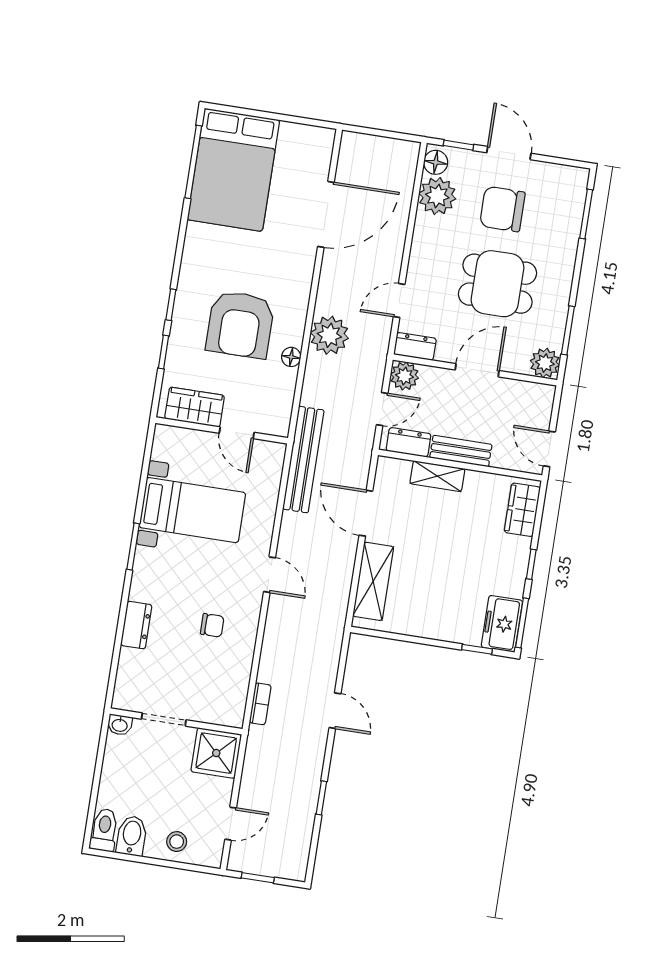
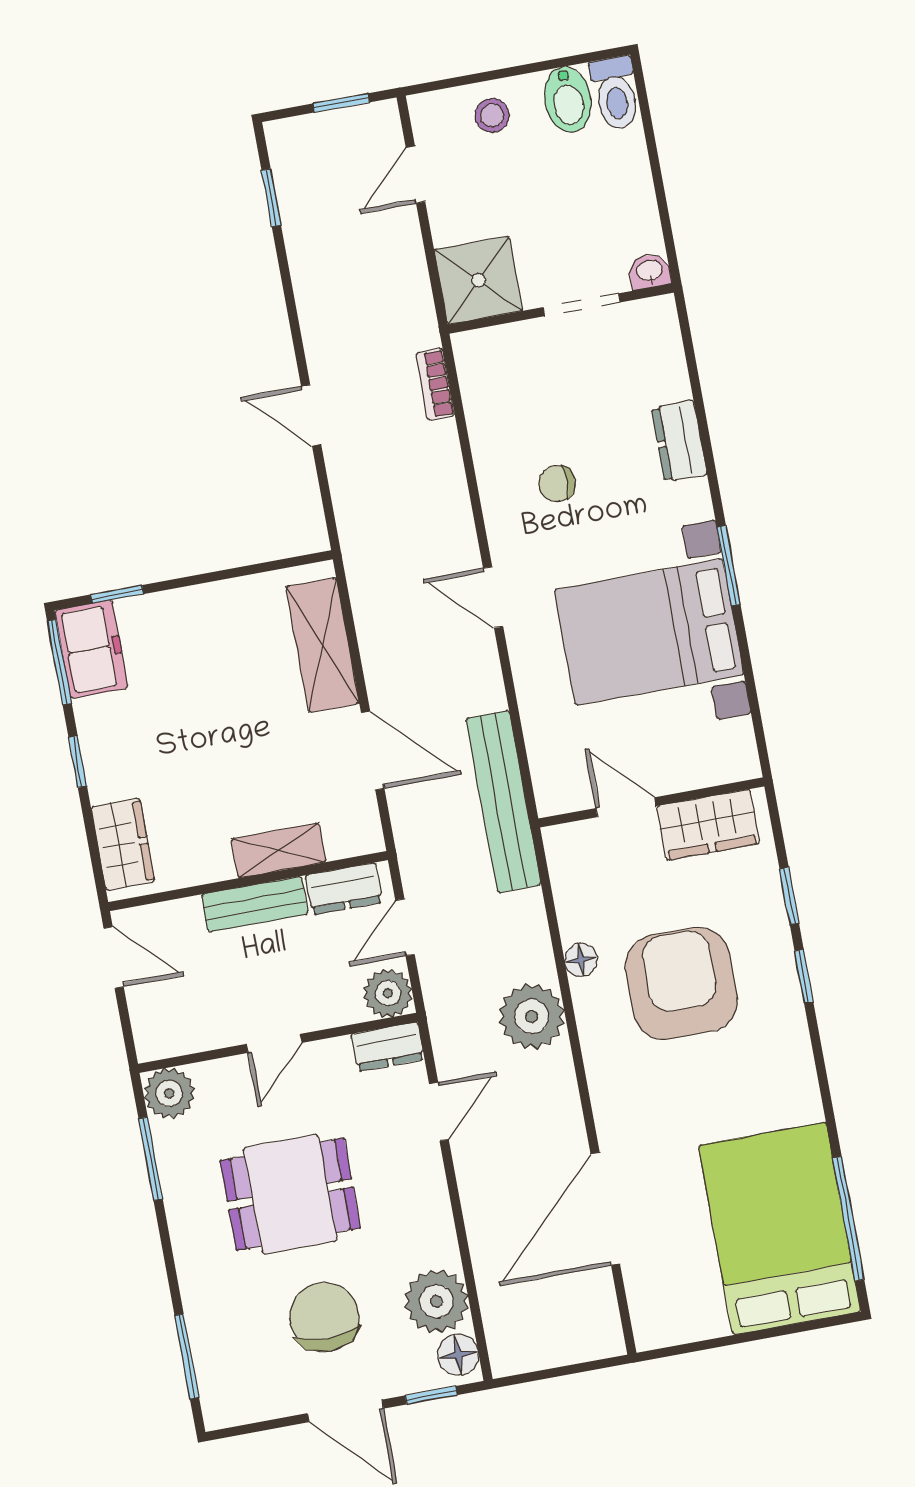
chair: (502, 209) -> (324, 1317), turned -90
door: (477, 370) -> (274, 1043), width x0.73
bed with nightstands: (192, 510) -> (649, 632), width x1.36
window: (321, 798) -> (271, 198), moved

